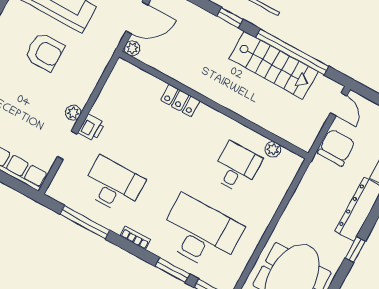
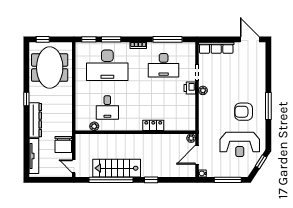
armchair: (45, 52) -> (244, 112), moved

